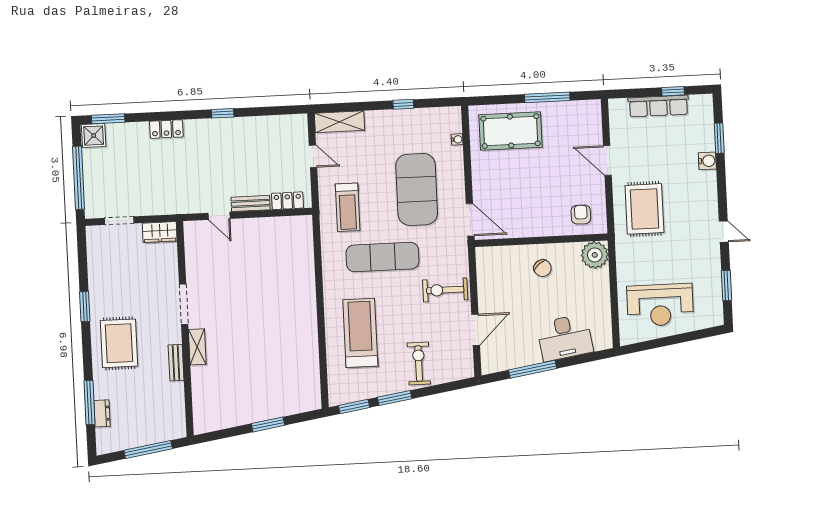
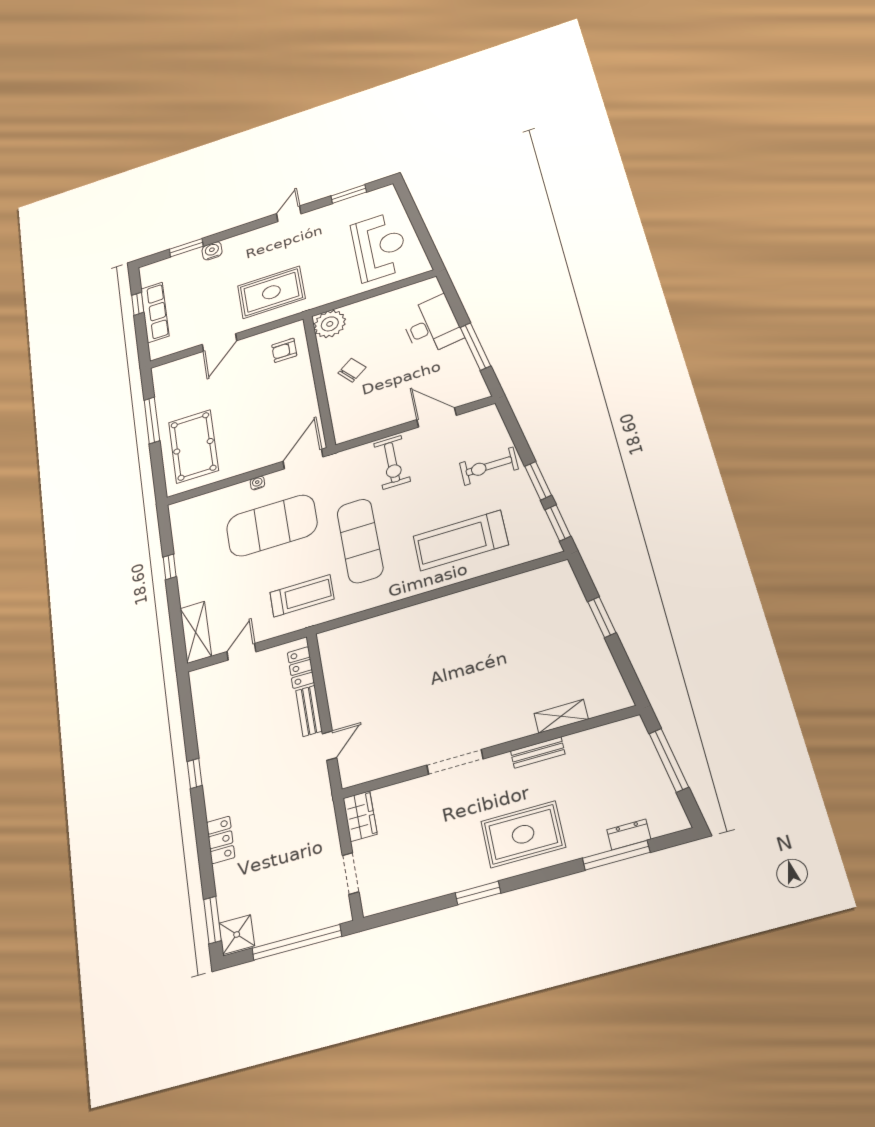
water cooler: (457, 139) -> (257, 483), moved
shelving: (197, 347) -> (561, 716), moved

